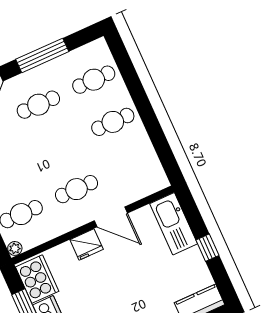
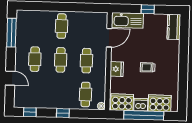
window: (42, 55) -> (11, 33), moved
cafe table: (94, 80) -> (61, 60), moved
door: (111, 217) -> (109, 38), moved
trolley: (114, 293) -> (148, 67), added

